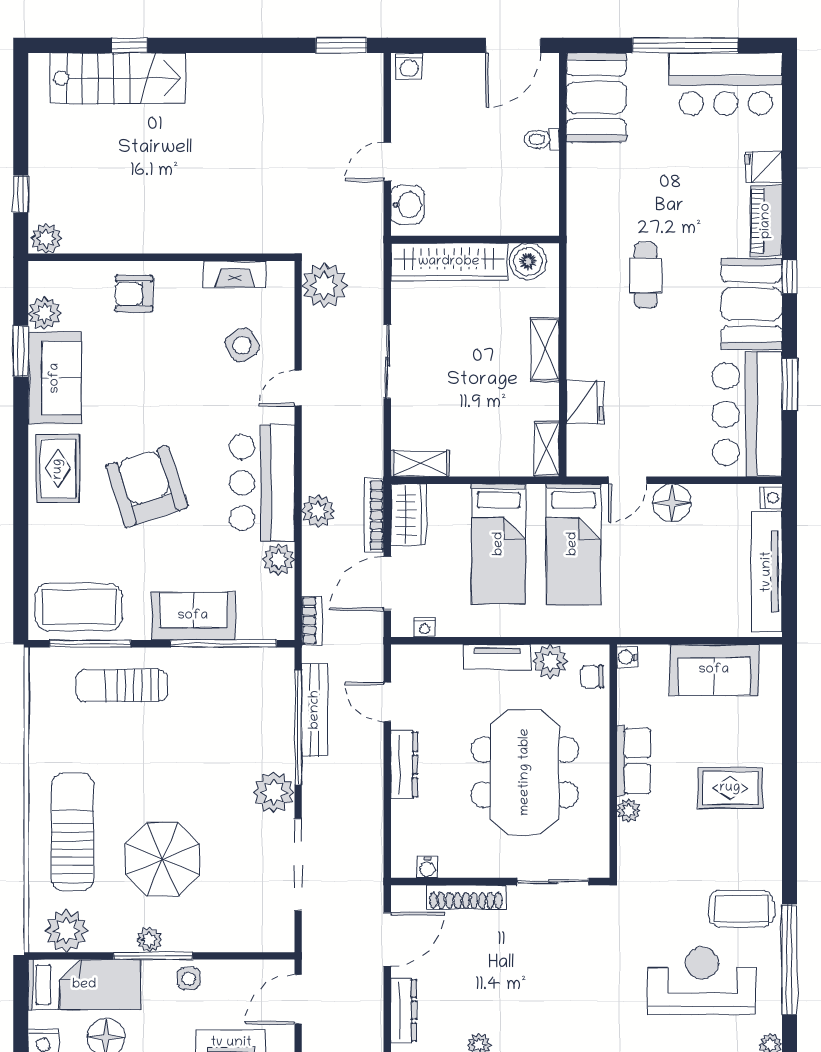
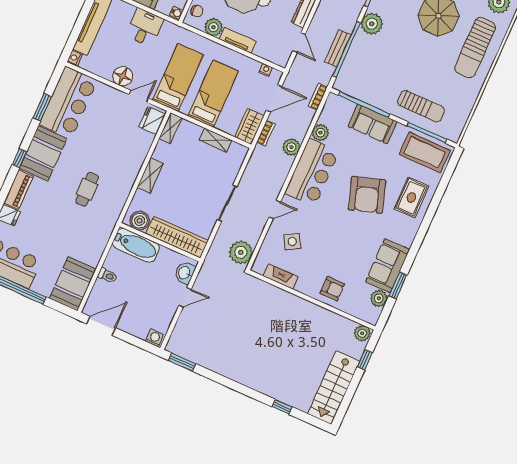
stairs: (118, 78) -> (334, 388), moved, turned -90
bathtub: (515, 215) -> (136, 245), added
fridge: (585, 402) -> (152, 120), moved
shelving: (420, 464) -> (216, 140), moved
rug: (58, 469) -> (411, 197), moved
bookcase: (374, 515) -> (266, 133), width x0.64
desk: (672, 607) -> (145, 27), added
bench: (315, 710) -> (338, 48), width x0.73

